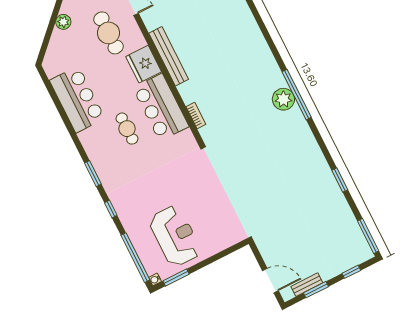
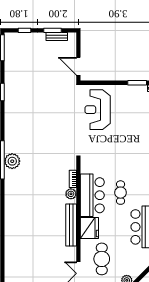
plant: (189, 95) -> (71, 194), added
reception desk: (175, 236) -> (98, 110), moved
door: (270, 281) -> (78, 66), moved

